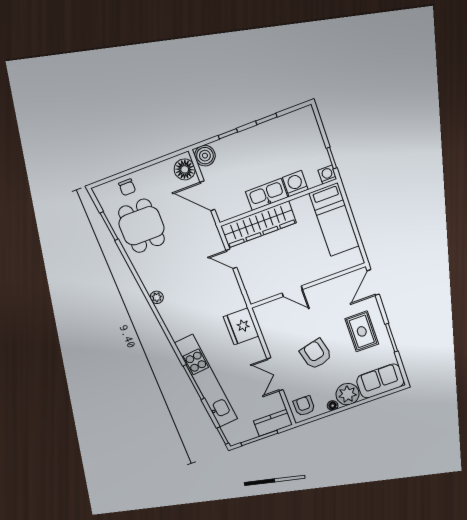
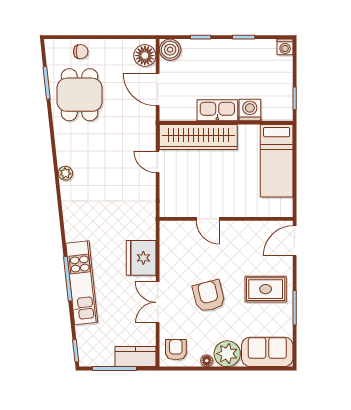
washing machine: (327, 175) -> (285, 47), moved, turned 180
chair: (127, 187) -> (81, 52), turned -90
fridge: (241, 326) -> (141, 258), moved
rug: (362, 331) -> (266, 289), turned 90
kitchen unit: (206, 381) -> (82, 283), width x0.73

